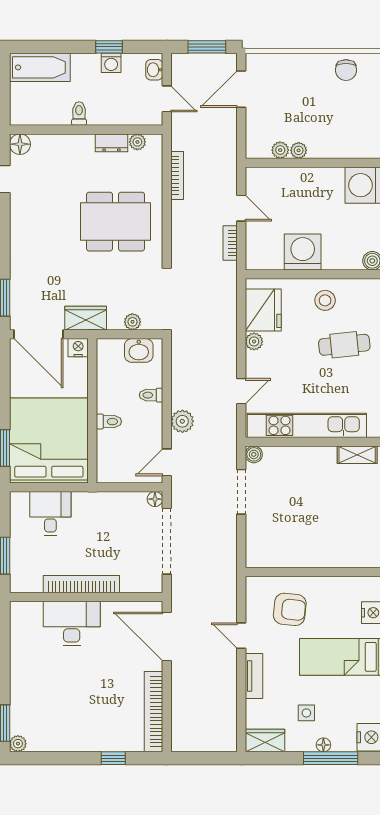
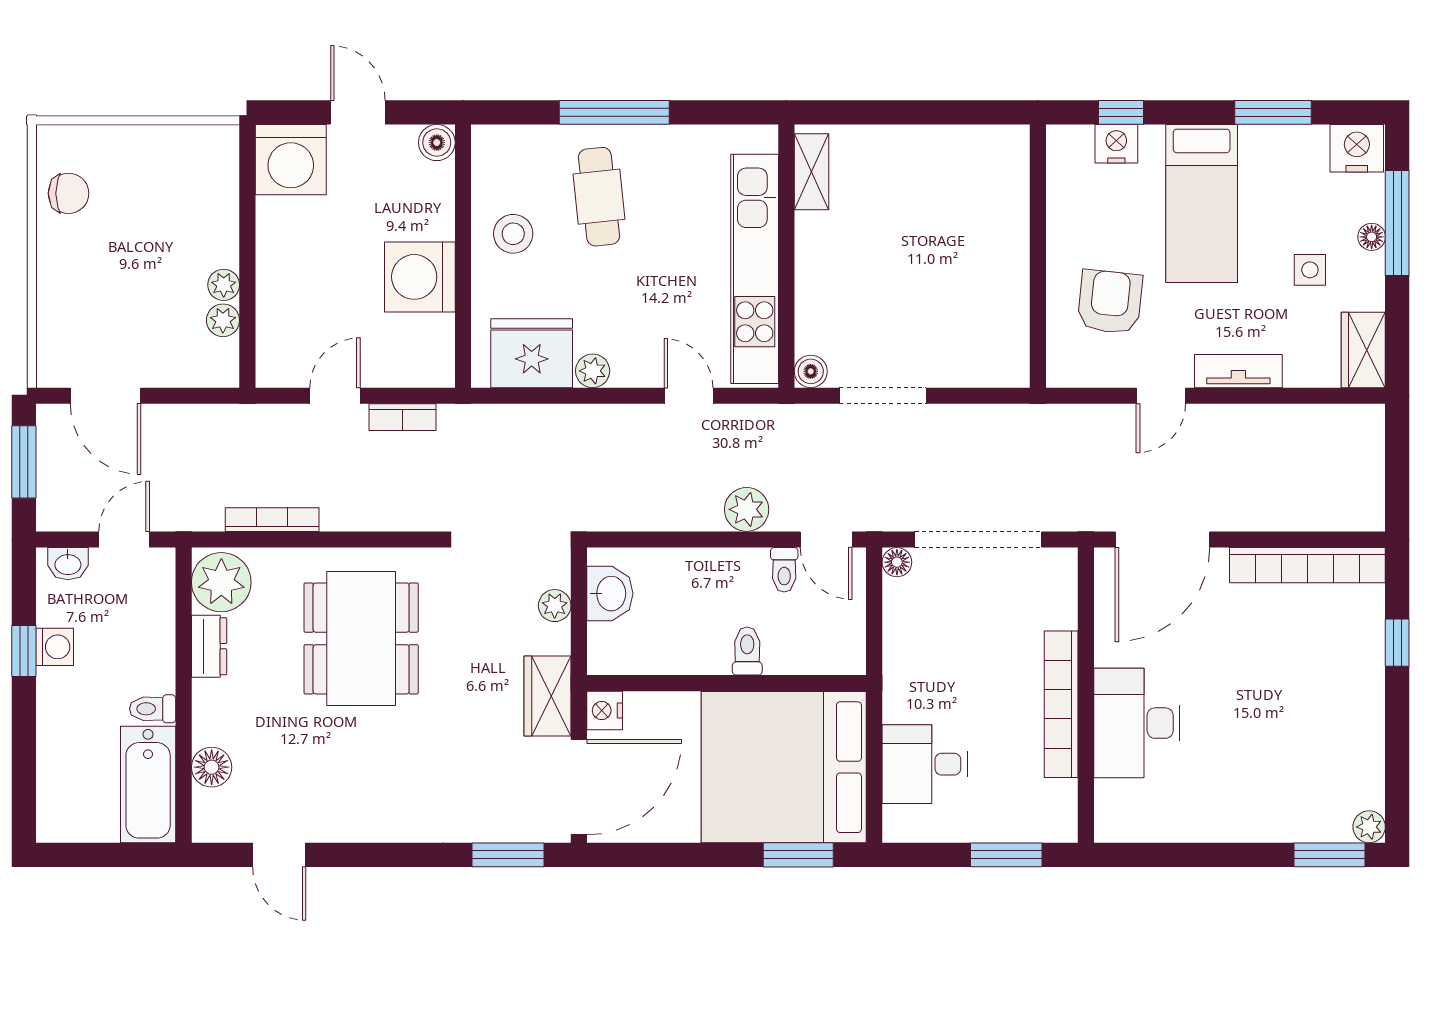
bathtub: (40, 67) -> (148, 785), moved, turned 180
plant: (137, 142) -> (221, 582), width x1.88, depth x1.88
floor lamp: (20, 144) -> (212, 767), moved
toilet: (151, 395) -> (784, 570), moved

